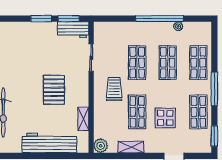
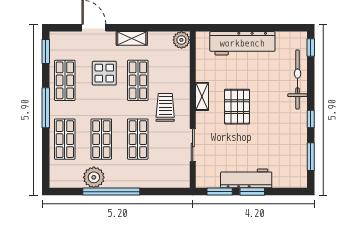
plant: (178, 26) -> (94, 177), width x1.87, depth x1.87
workbench: (73, 30) -> (246, 178), moved, width x1.38
trolley: (114, 89) -> (165, 107), turned 180
shelving: (83, 119) -> (202, 96), moved
shelving: (131, 147) -> (132, 38), moved

